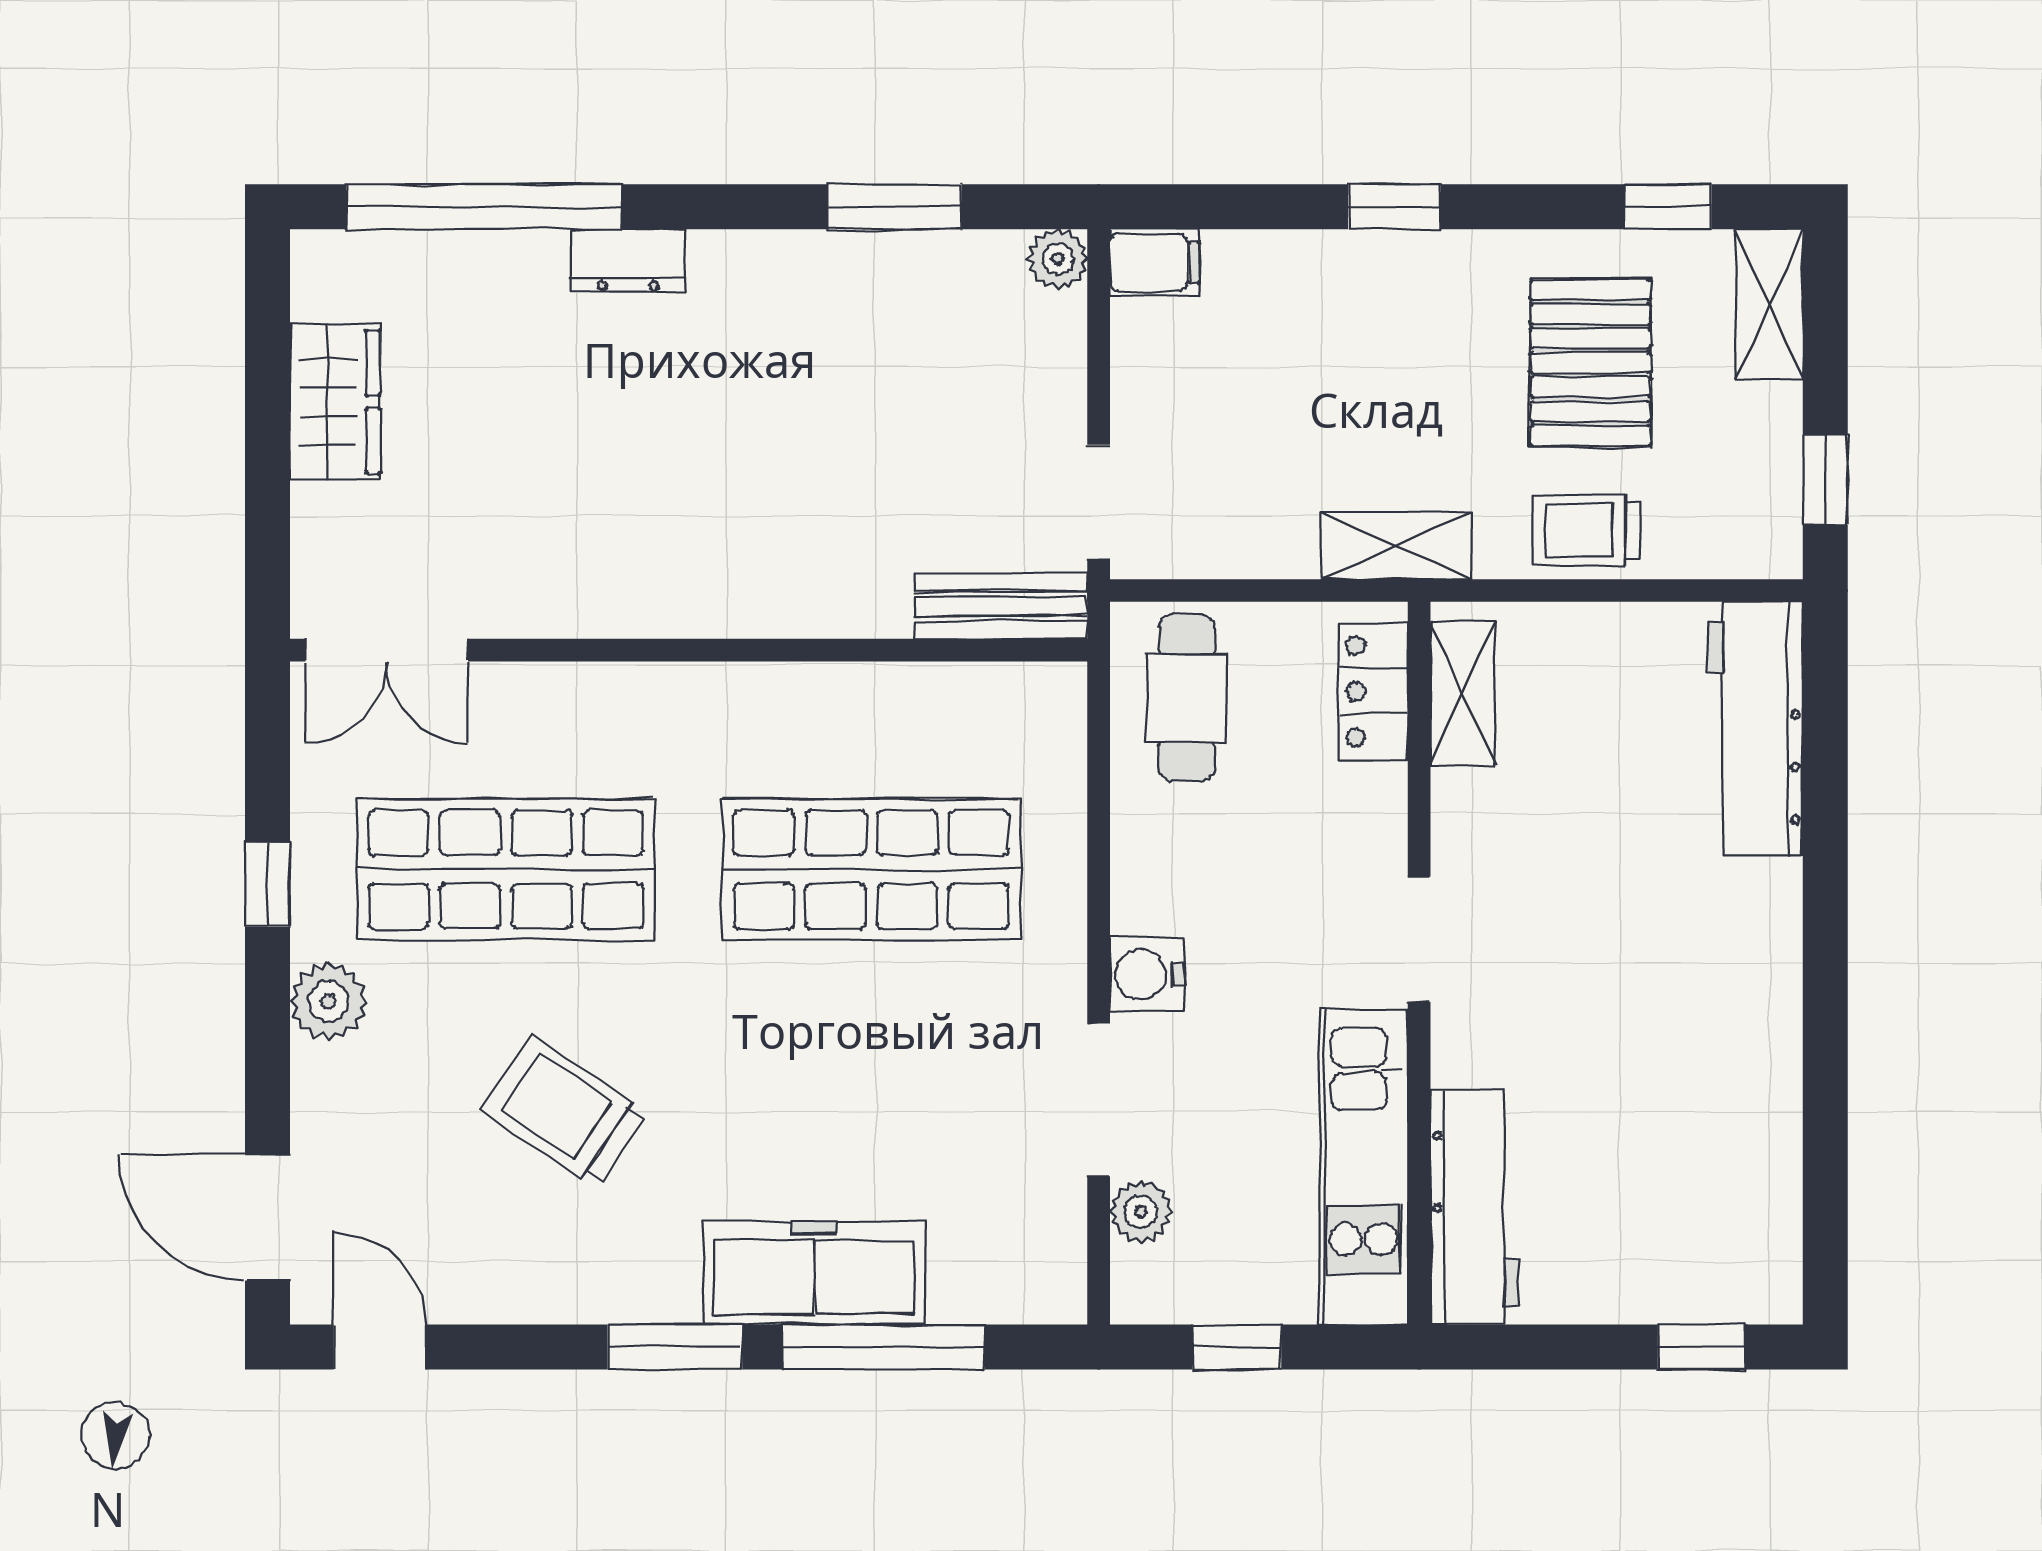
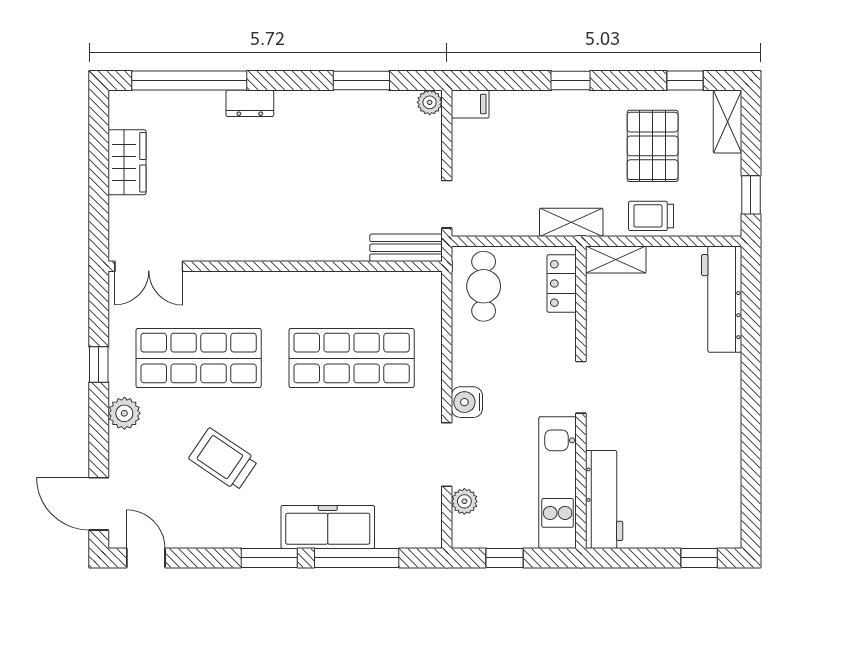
shelving: (1463, 694) -> (616, 260), moved, turned 90

